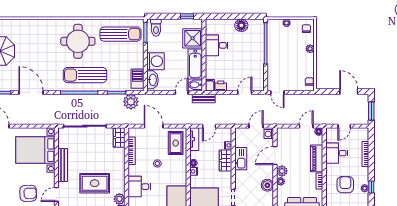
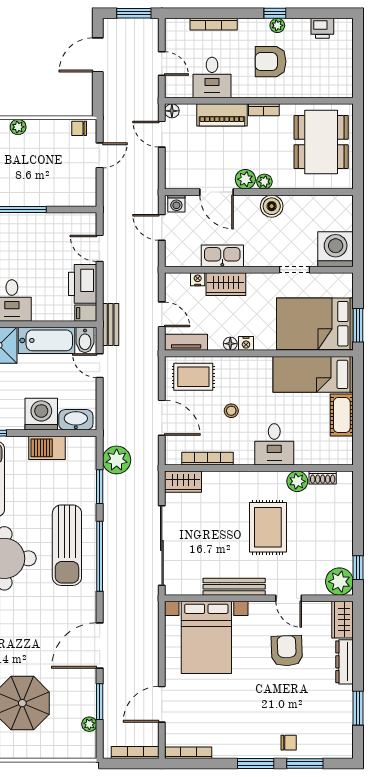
barbecue: (137, 79) -> (47, 448), moved
printer: (221, 86) -> (83, 284), width x1.87, depth x1.48
door: (277, 93) -> (100, 155), moved
door: (154, 126) -> (162, 418), swing flipped

